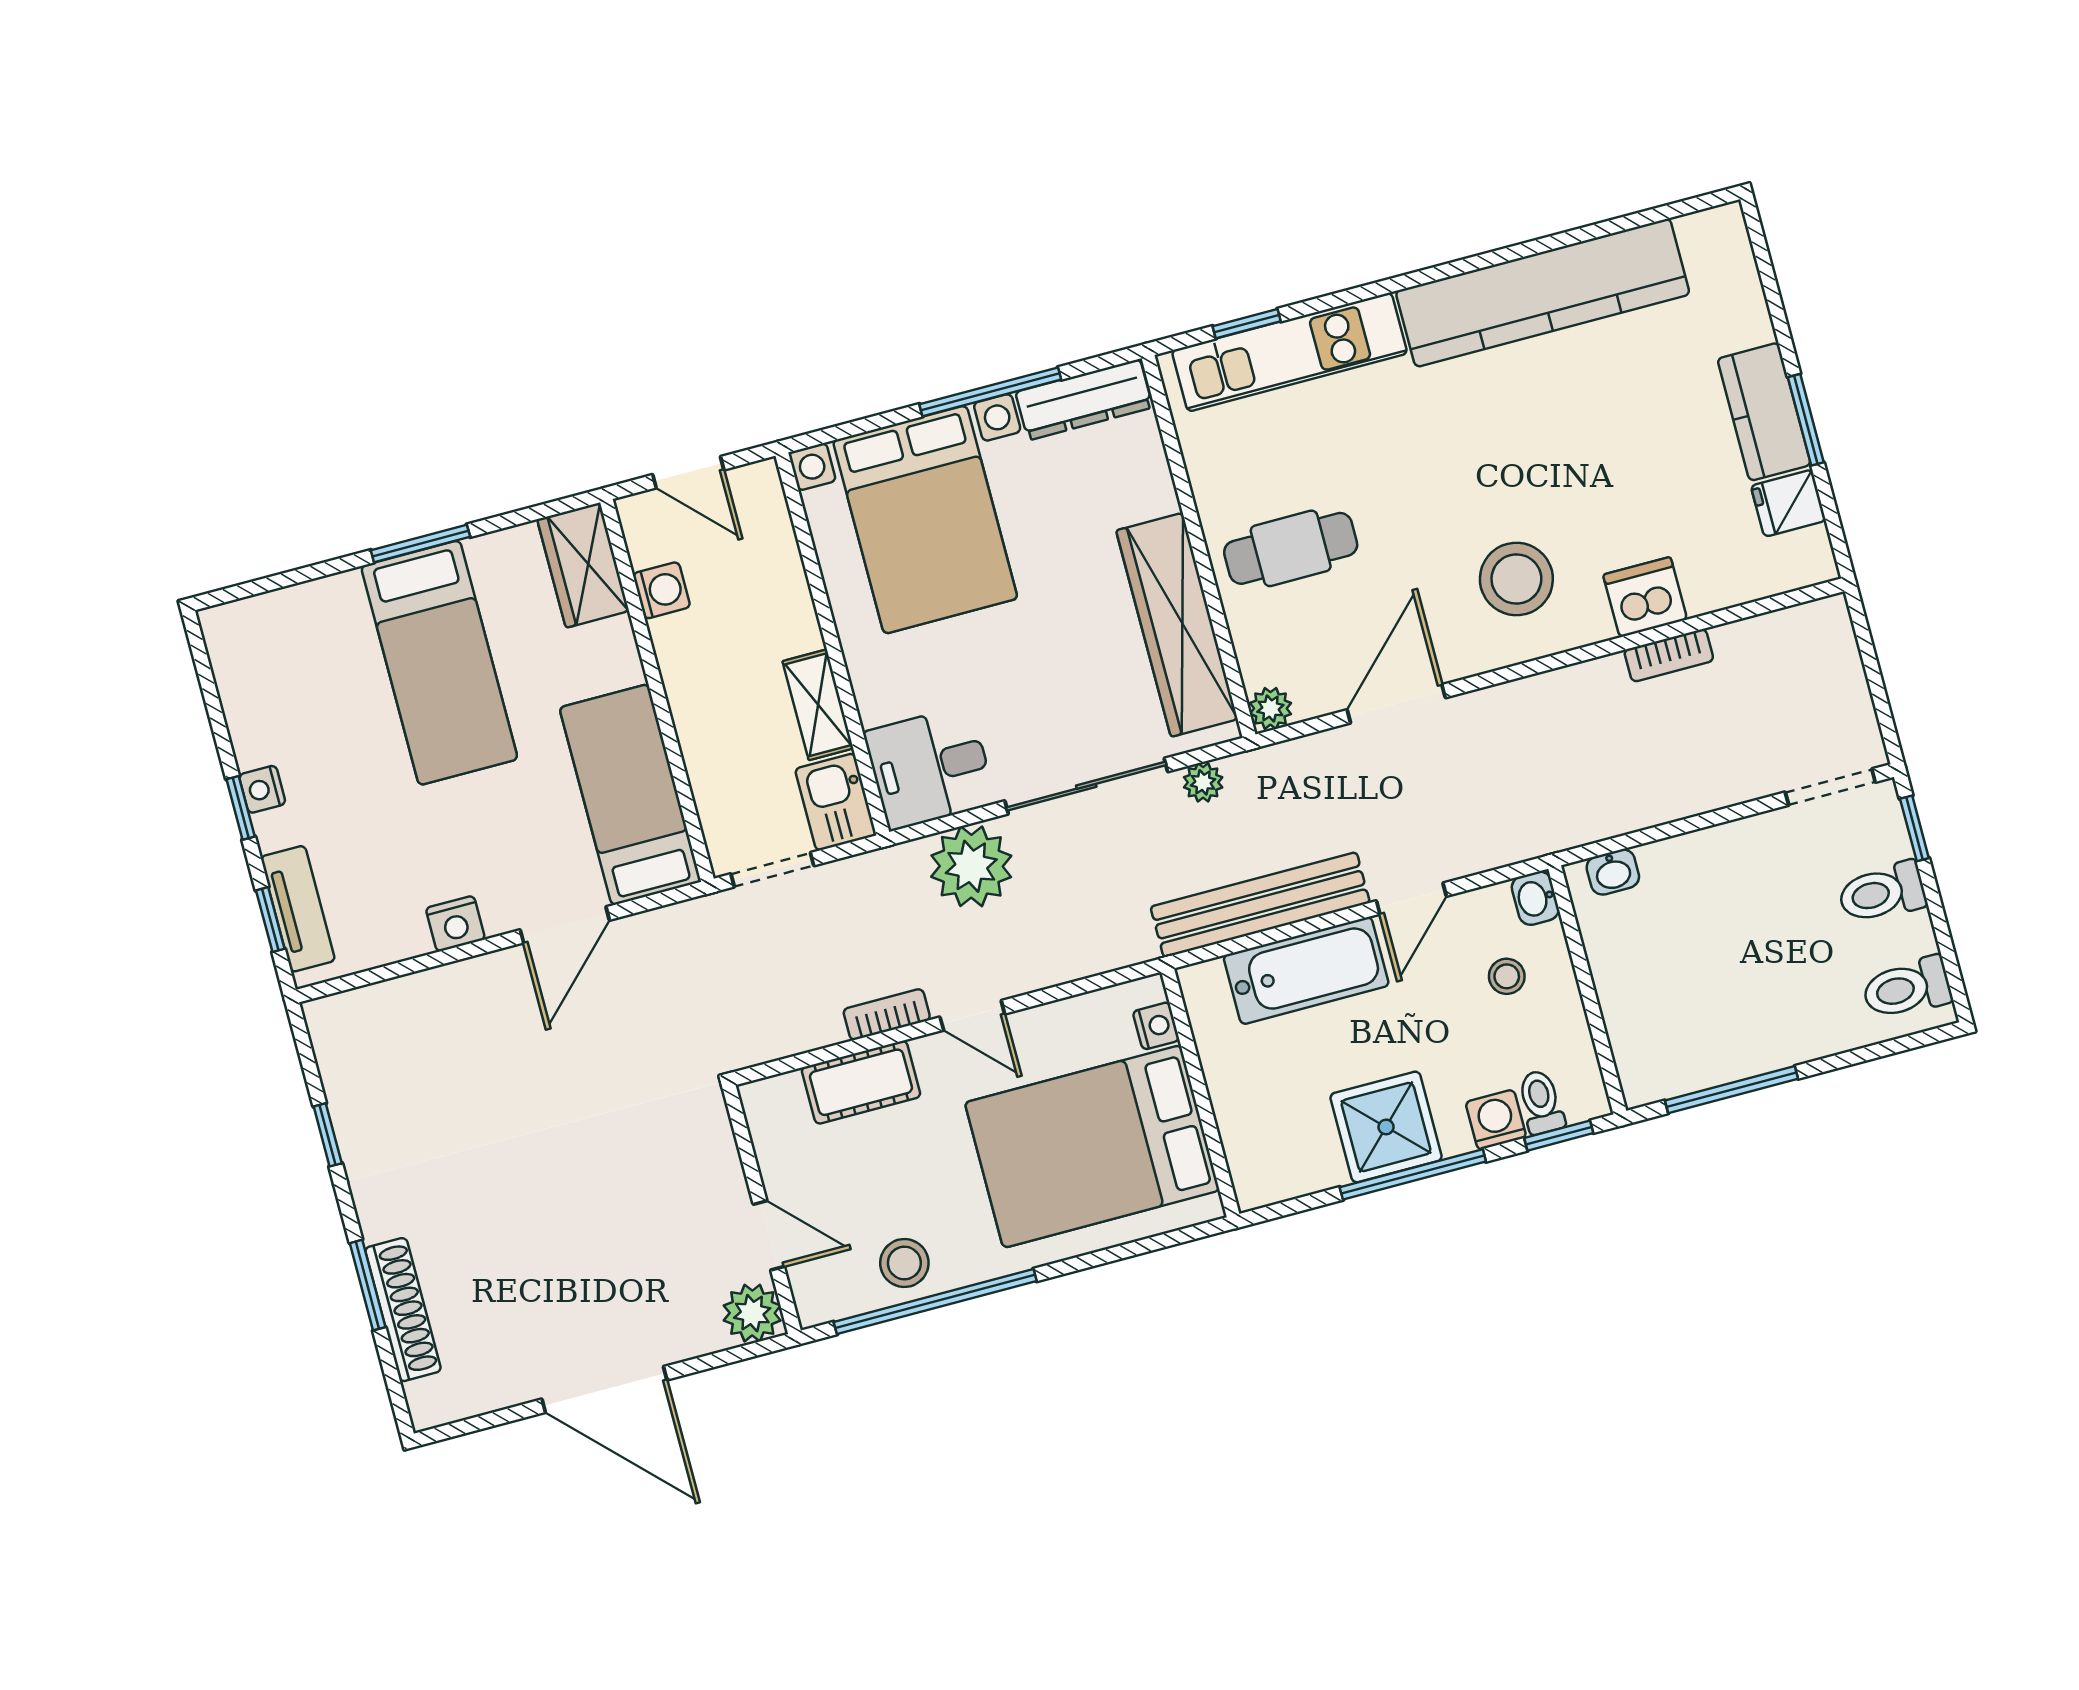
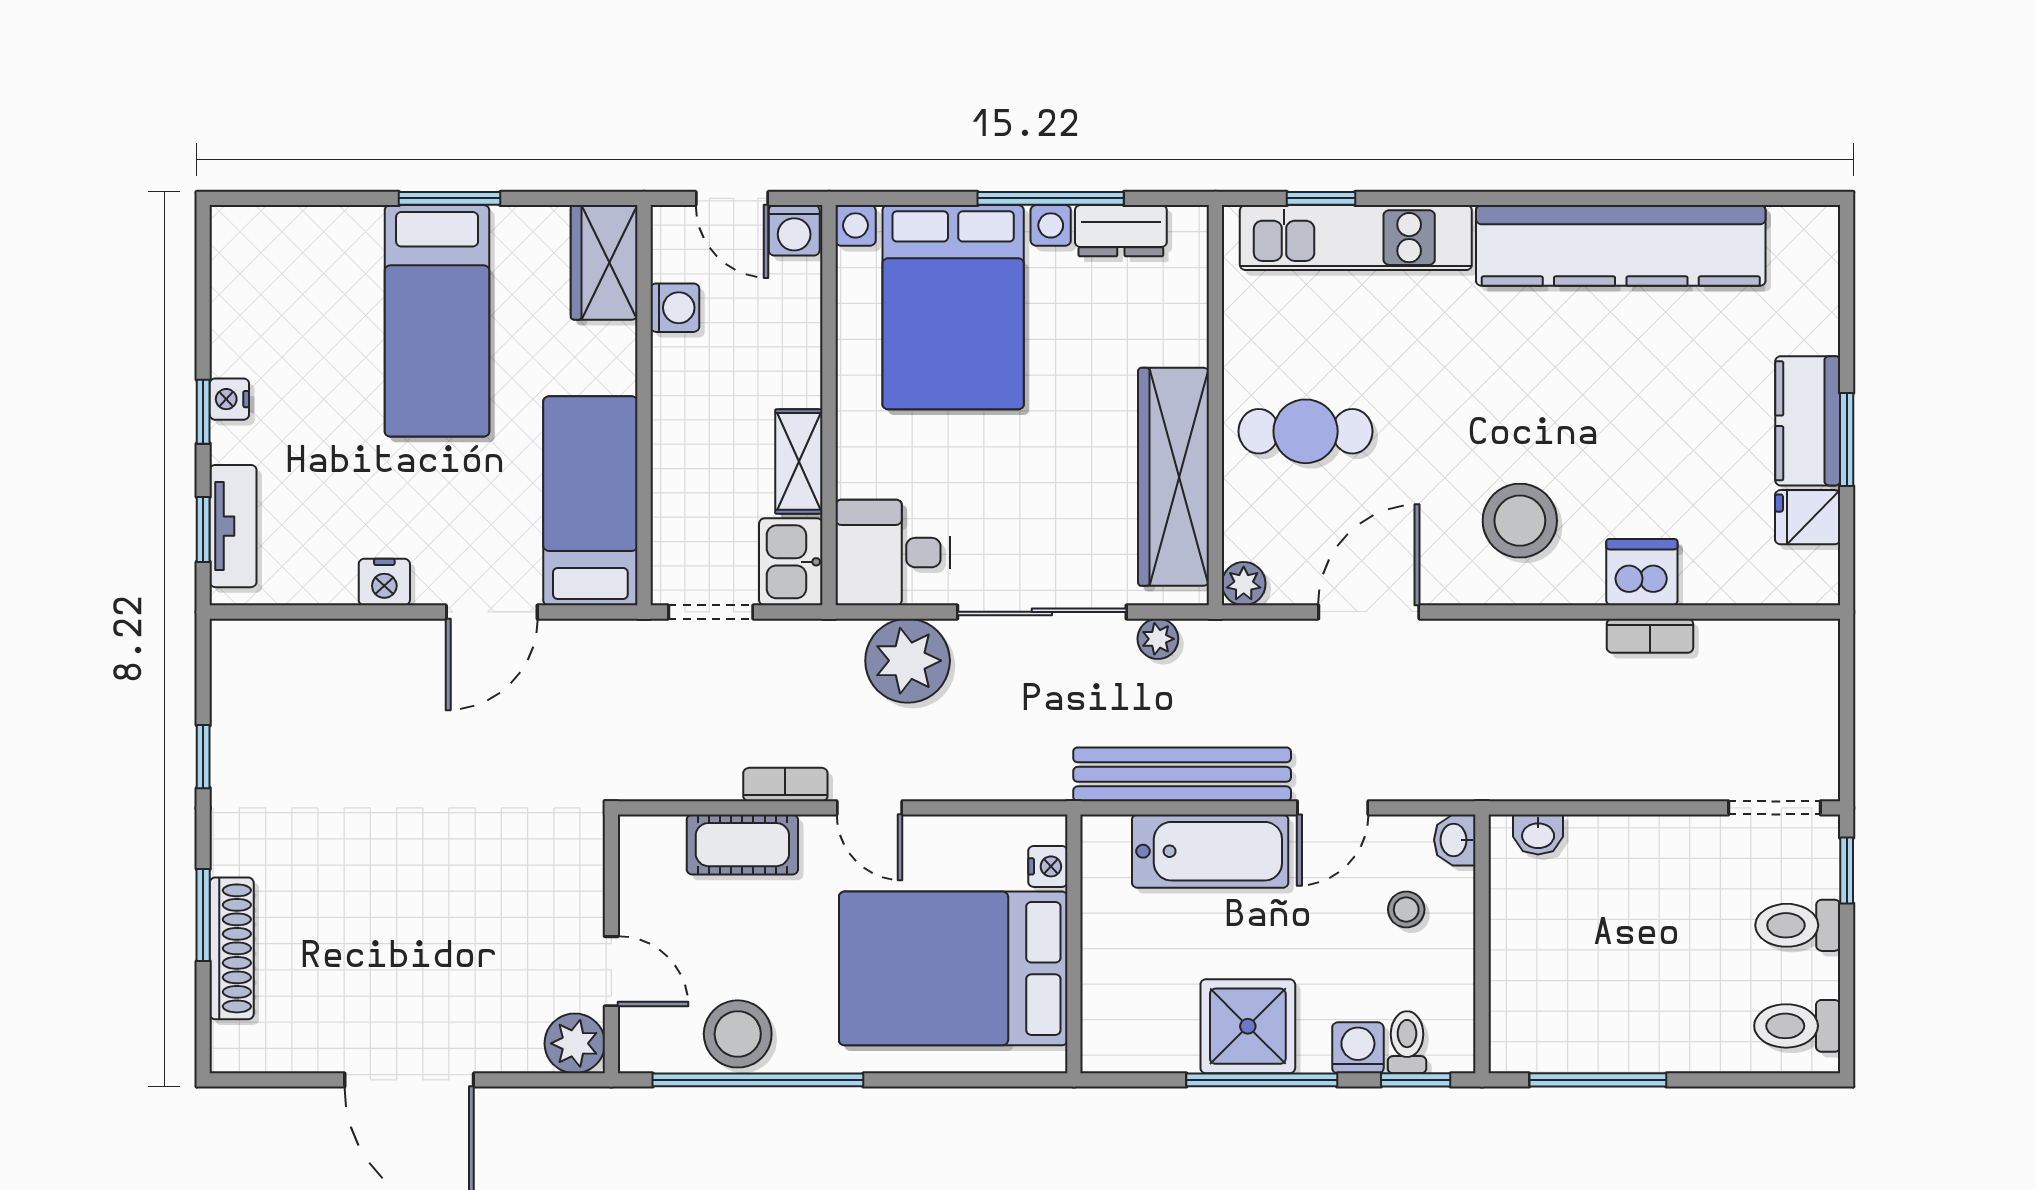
dresser: (1084, 400) -> (1121, 231), width x0.70
washing machine: (755, 487) -> (794, 230), added
stool: (904, 1263) -> (738, 1034), width x1.38, depth x1.38

